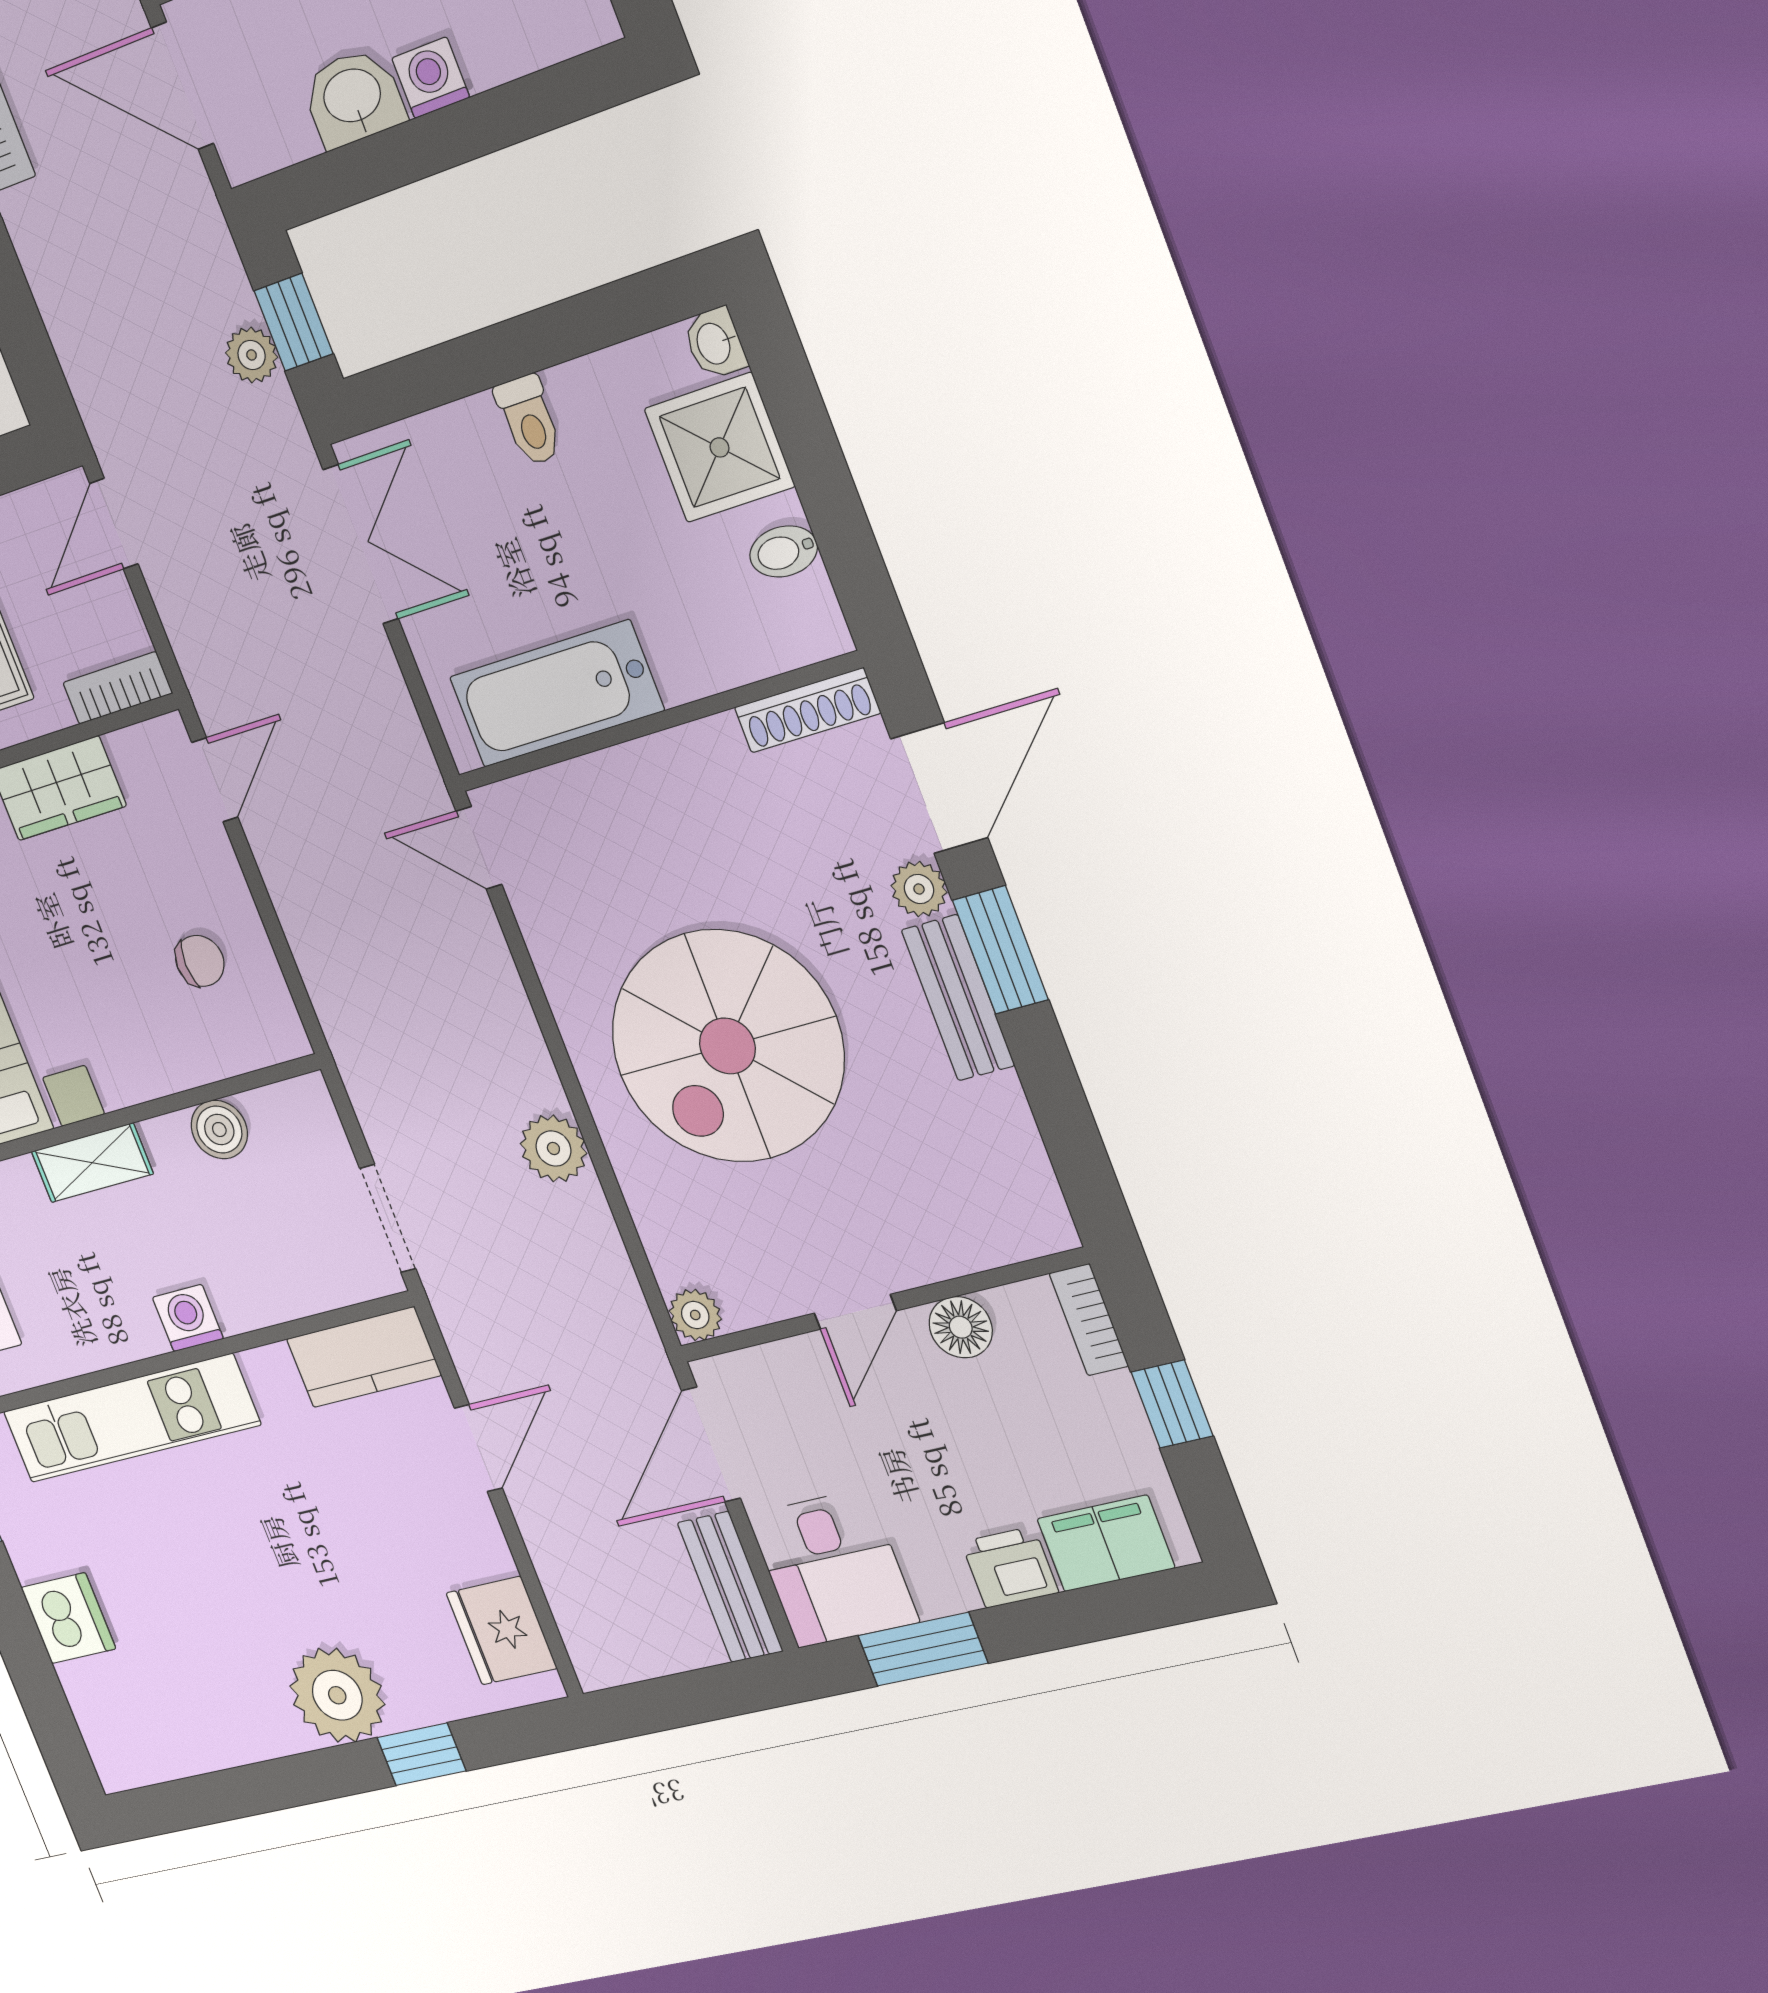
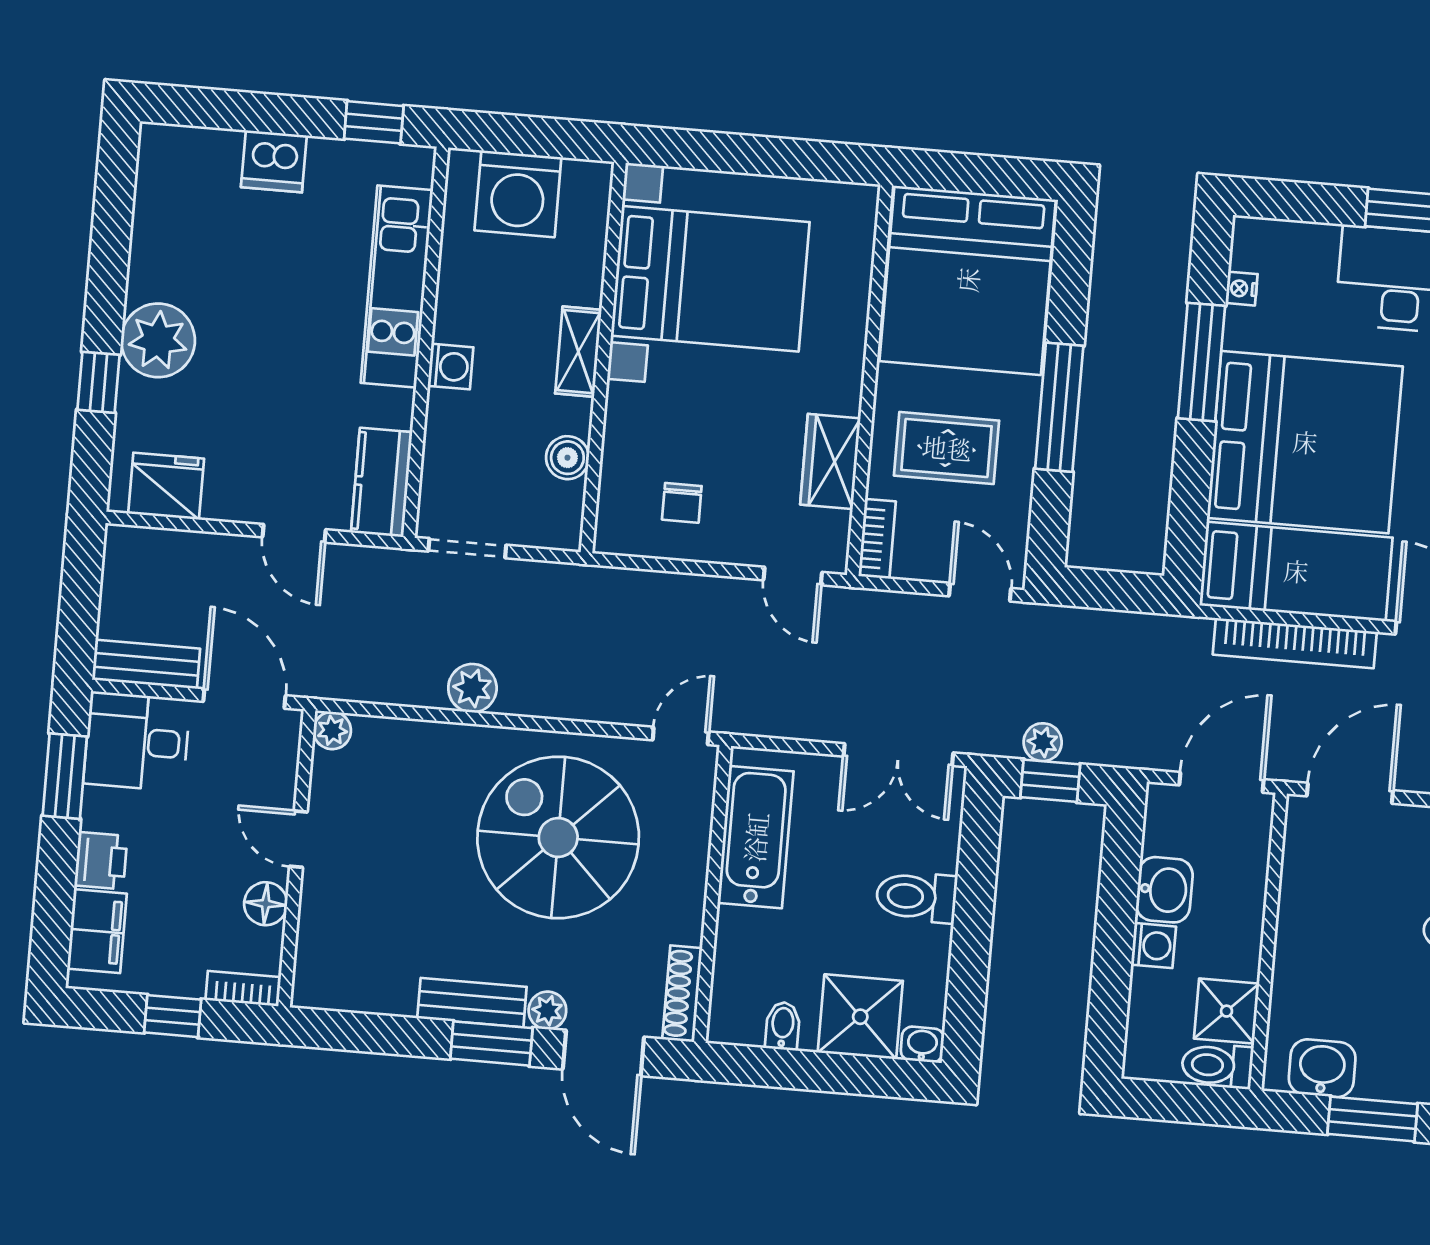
toilet: (529, 420) -> (916, 897), width x1.37, depth x1.39
spiral stairs: (727, 1046) -> (558, 837), moved

